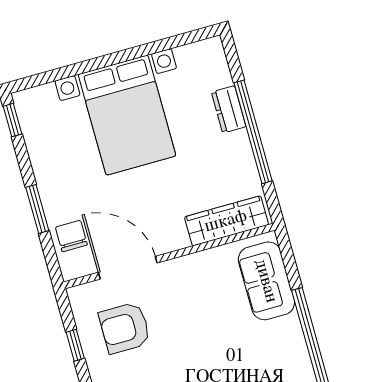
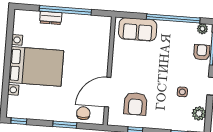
wardrobe: (226, 221) -> (103, 38), removed
chair: (71, 236) -> (83, 113), turned 90

